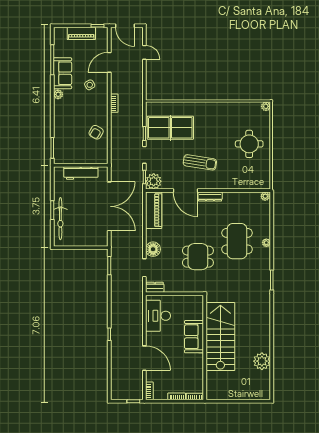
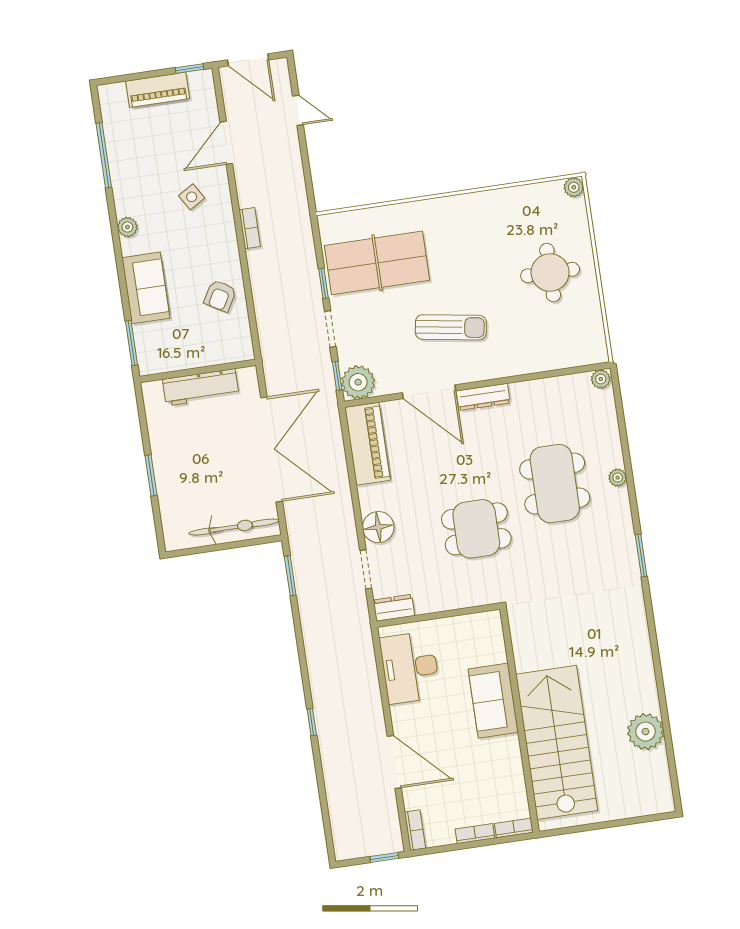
sofa: (63, 73) -> (146, 288), moved
bicycle: (60, 219) -> (234, 527), moved, turned -90
stairs: (220, 337) -> (557, 742), moved

